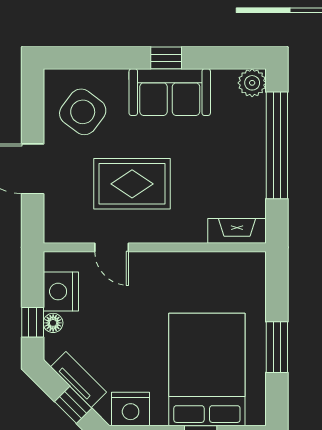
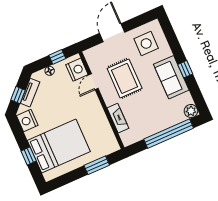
side table: (83, 112) -> (146, 43), turned -37
fireplace: (237, 231) -> (118, 118), moved
nightstand: (61, 292) -> (77, 70), moved, turned 90
window: (33, 322) -> (57, 57), moved
window: (277, 347) -> (97, 165), moved

